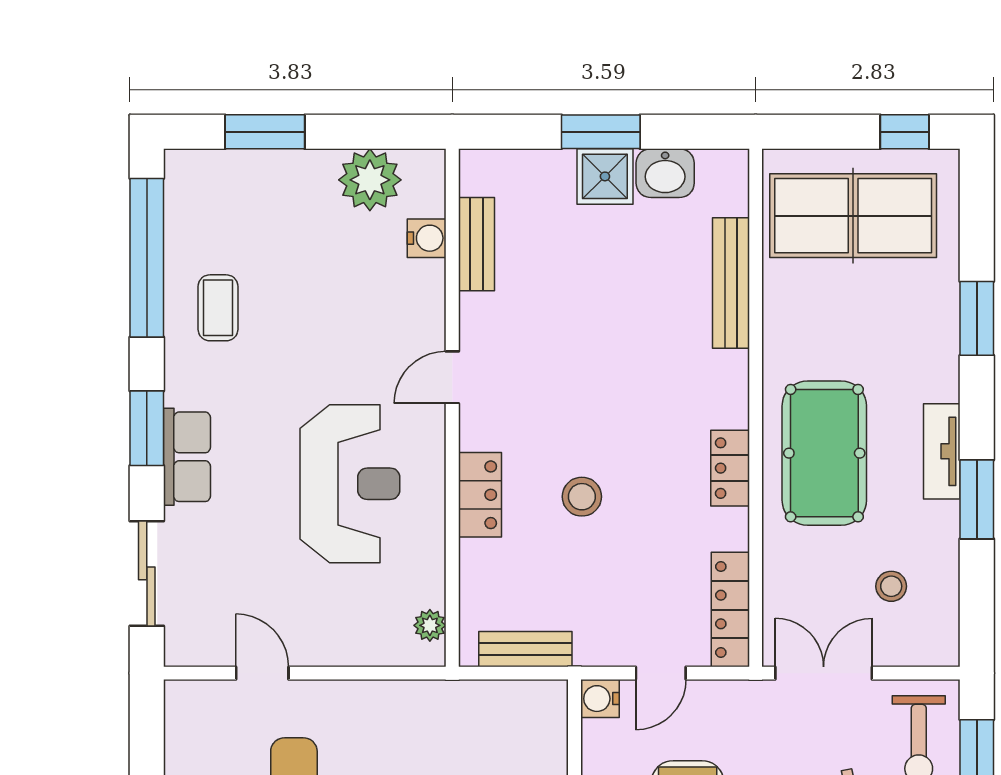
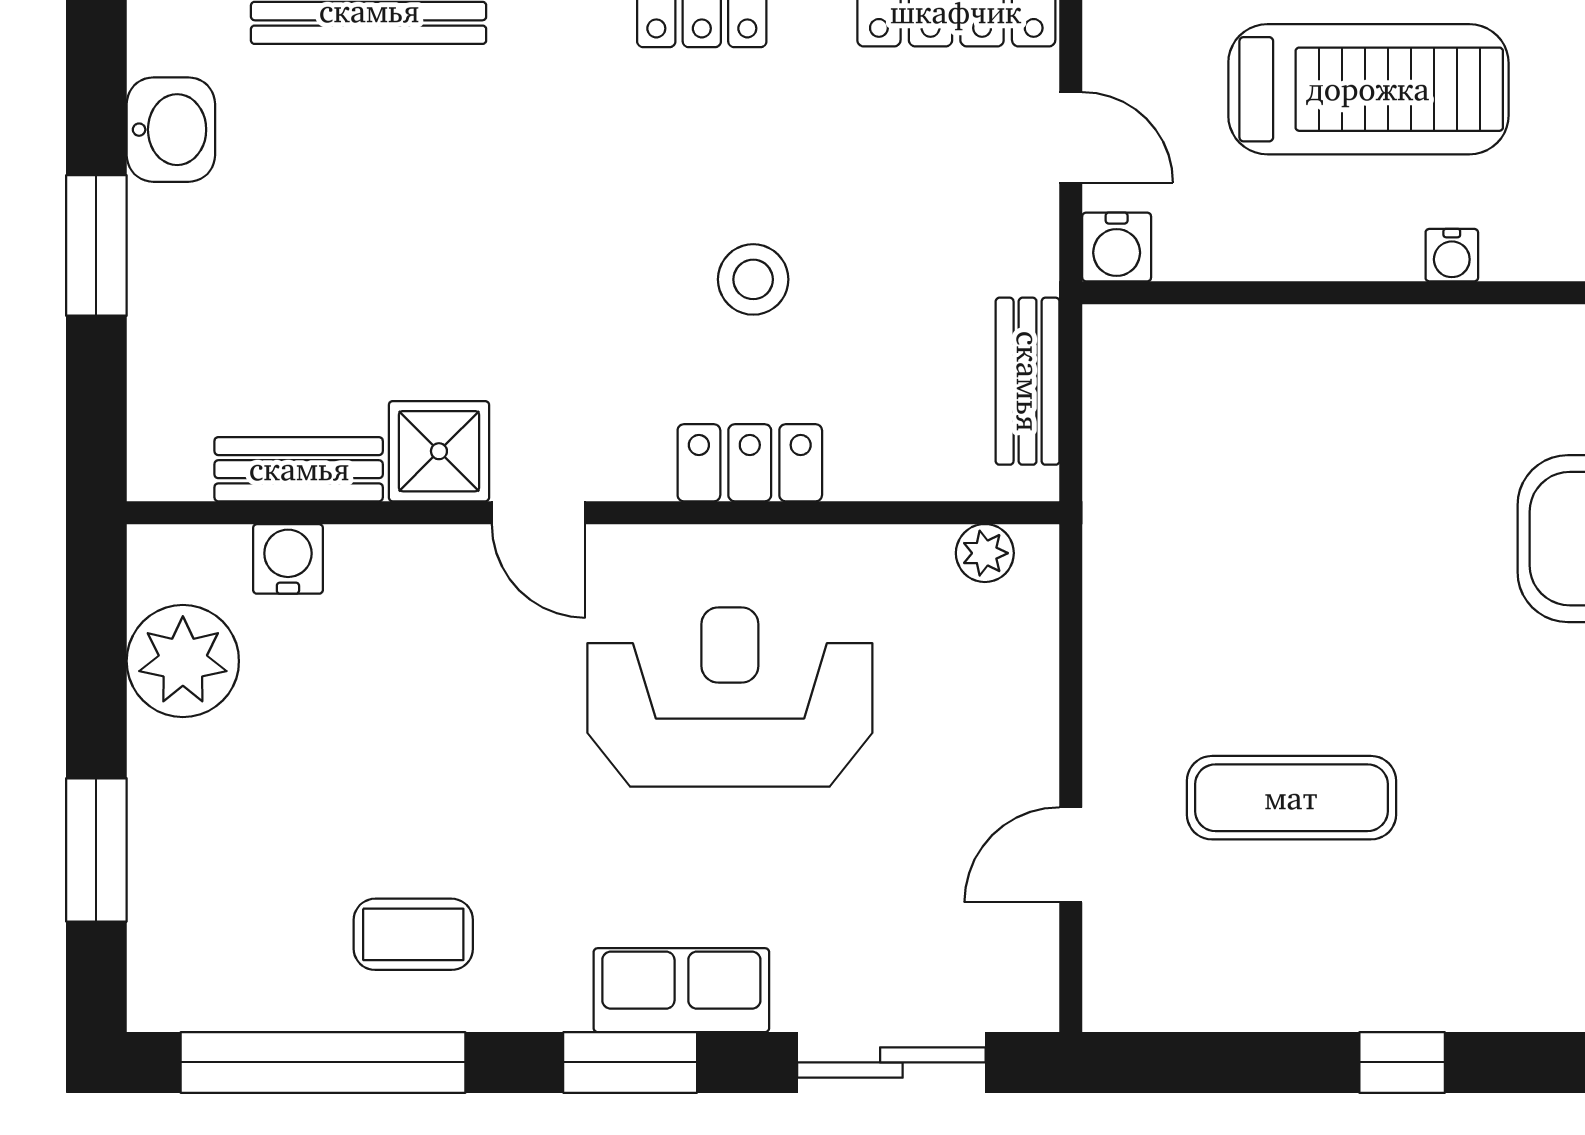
shower: (605, 176) -> (439, 451), moved

